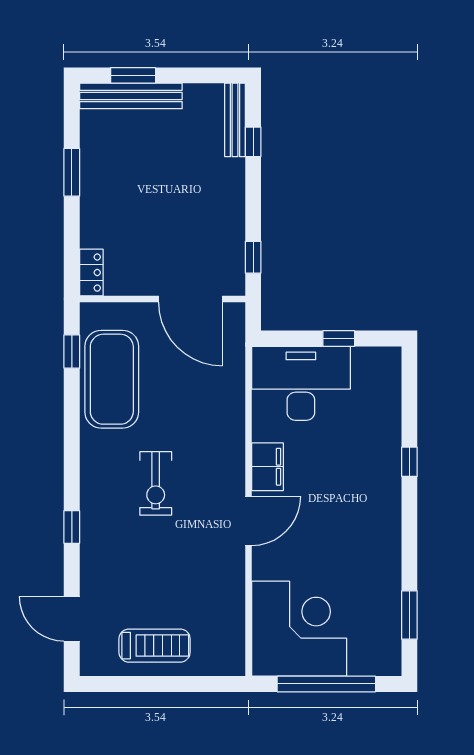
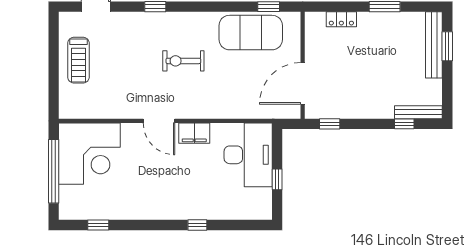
locker: (91, 273) -> (341, 19), moved
window: (409, 615) -> (98, 225), width x0.67

